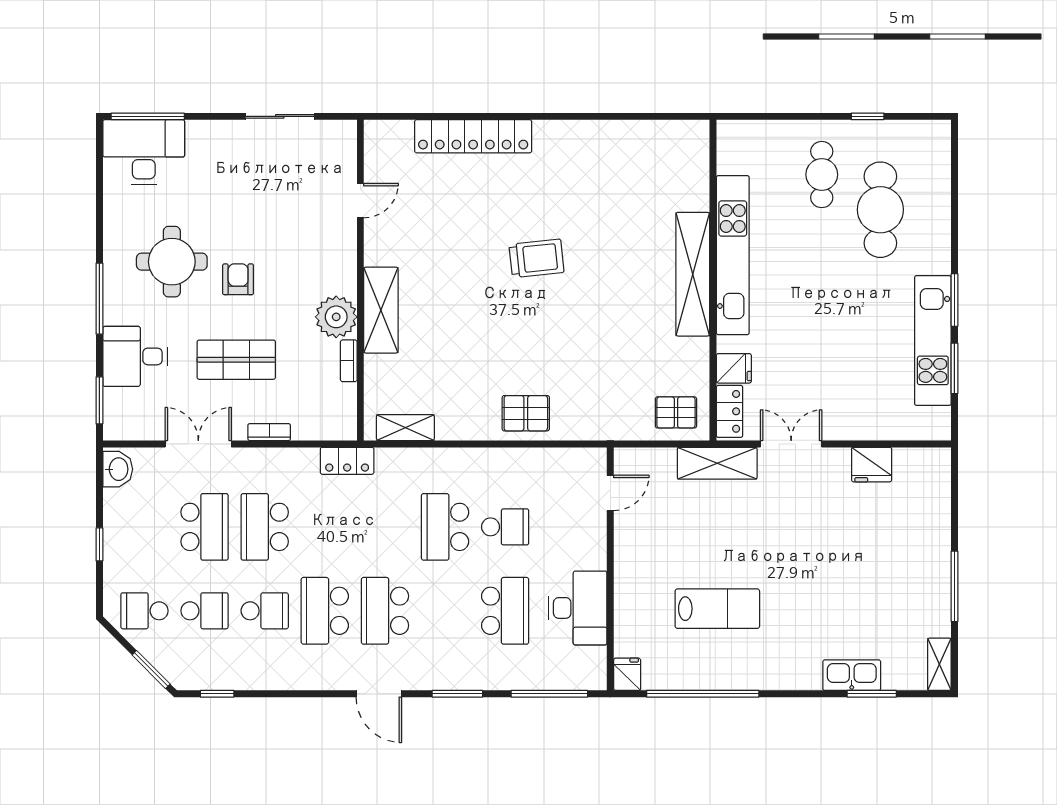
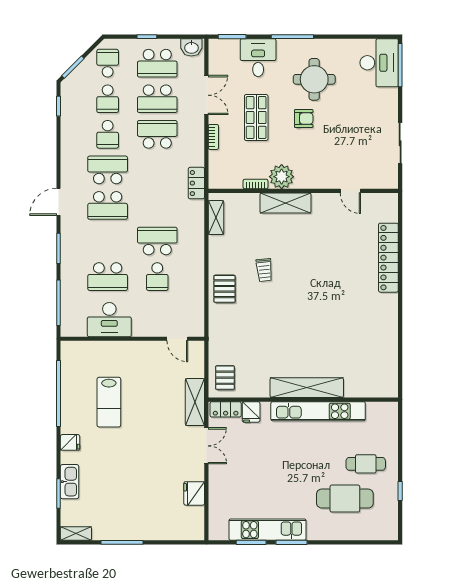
trolley: (537, 258) -> (264, 270), moved, width x0.73, depth x0.72
school desk: (144, 527) -> (157, 63), added
school desk: (385, 611) -> (108, 205), turned 180
fridge: (627, 674) -> (70, 442), moved

